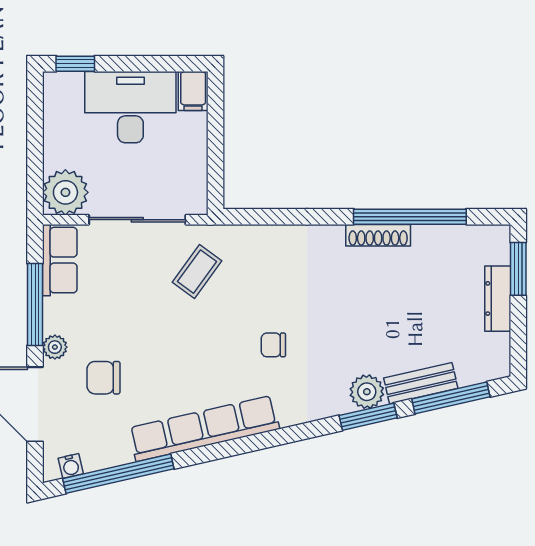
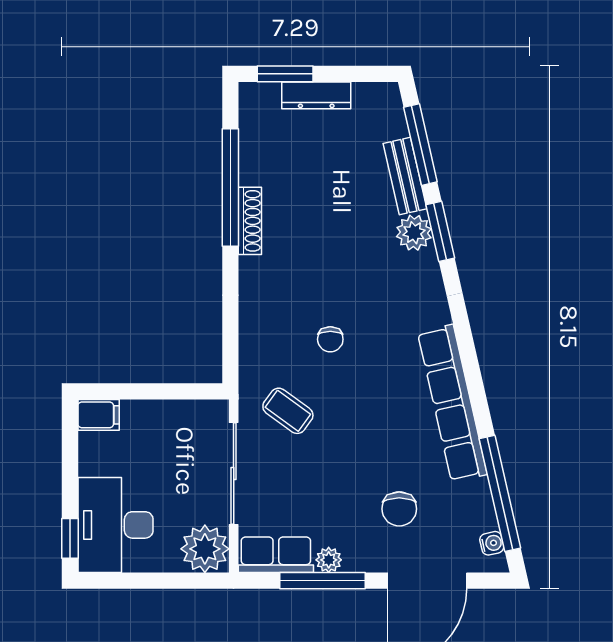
desk: (130, 107) -> (115, 525), moved
chair: (273, 345) -> (330, 339), moved
plant: (55, 347) -> (329, 560), moved

